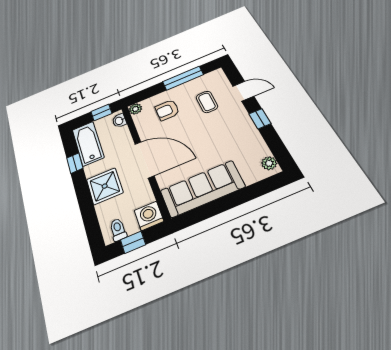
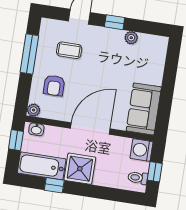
plant: (269, 163) -> (131, 38), moved
shower: (105, 186) -> (80, 169), moved
sofa: (202, 189) -> (144, 109), width x0.73

